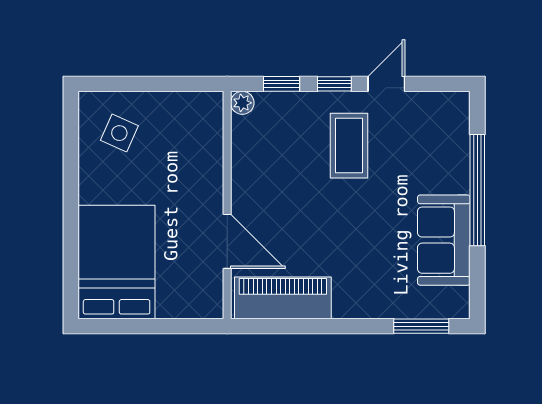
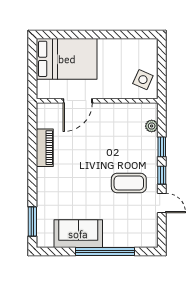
side table: (119, 133) -> (143, 80), moved
wall: (227, 205) -> (97, 101), moved
door: (227, 241) -> (78, 101), moved
piano: (283, 298) -> (45, 148), width x0.73, depth x0.75

